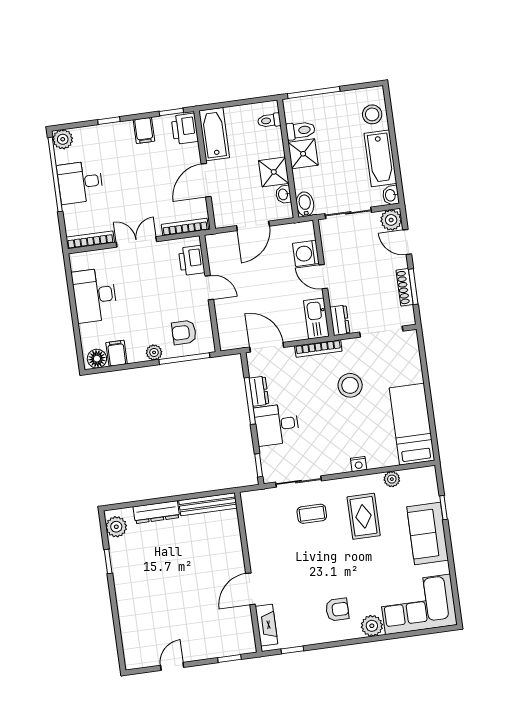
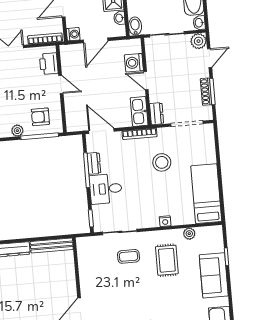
washing machine: (222, 219) -> (73, 34), added
door: (407, 242) -> (210, 58), swing flipped

